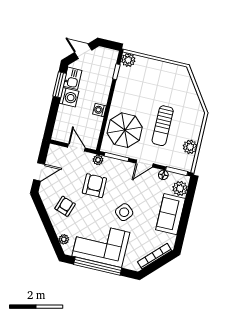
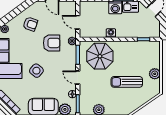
plant: (128, 60) -> (155, 74), moved
sun lounger: (163, 126) -> (127, 82), moved
door: (76, 148) -> (78, 22), swing flipped

